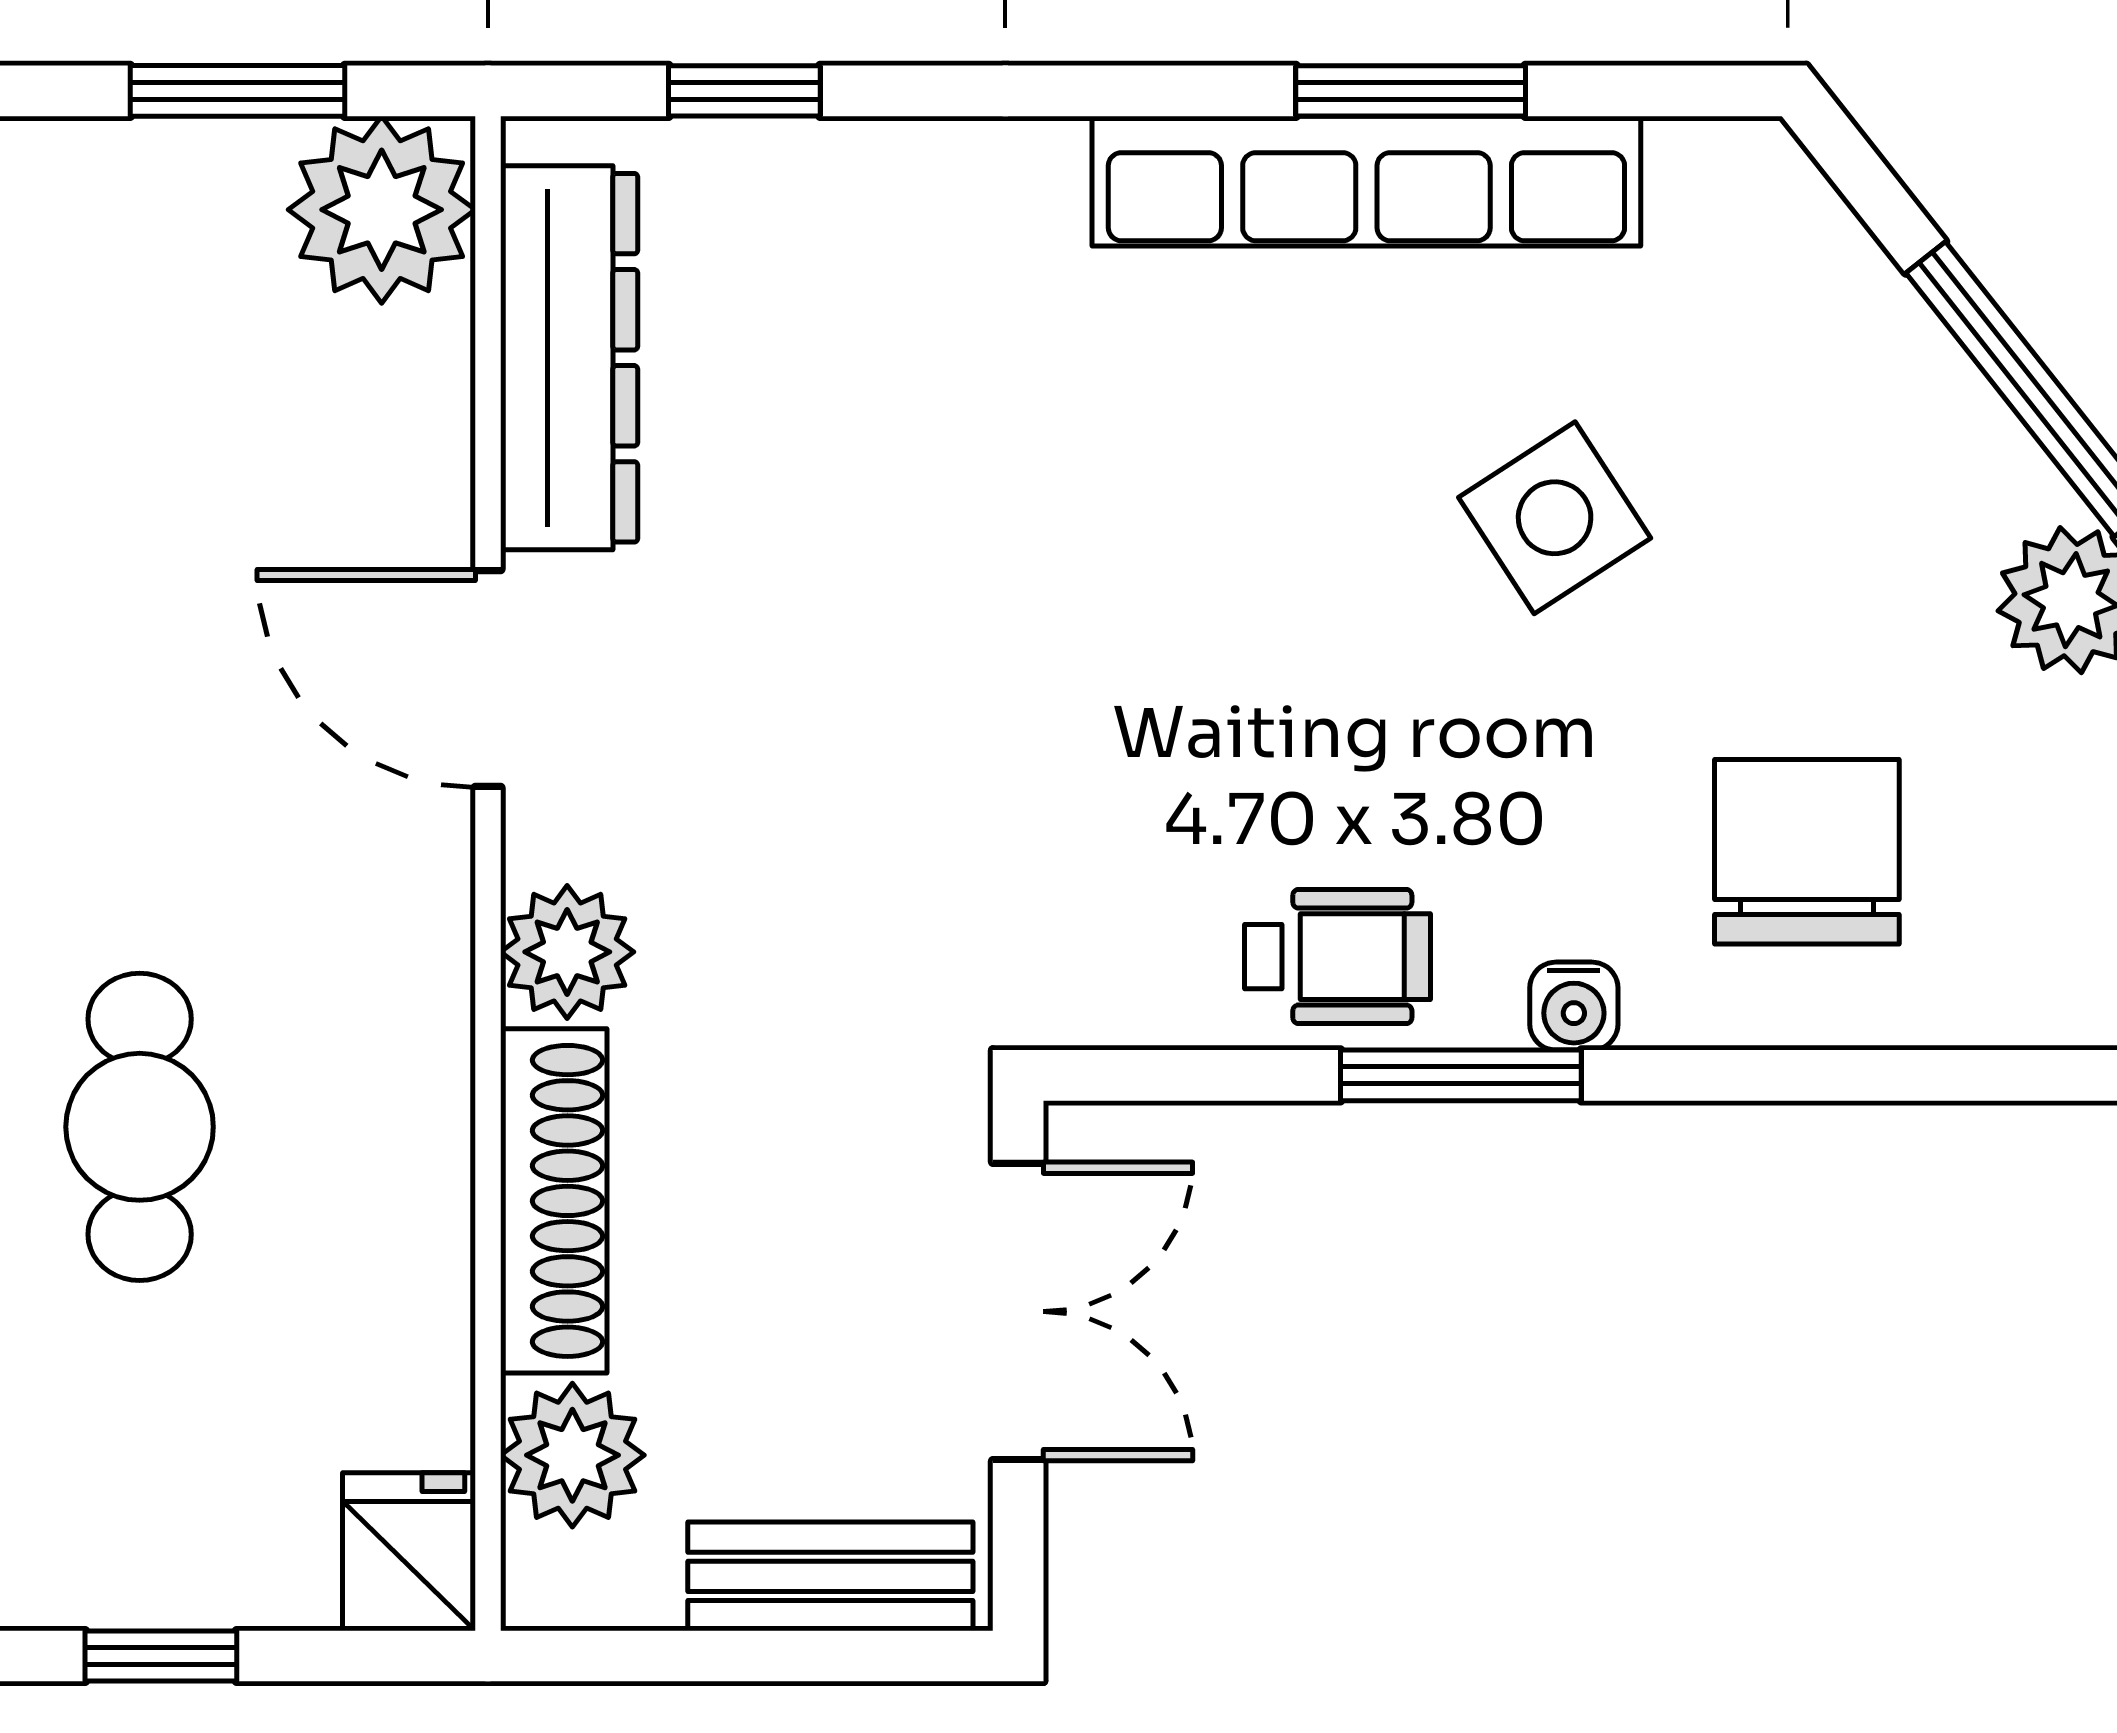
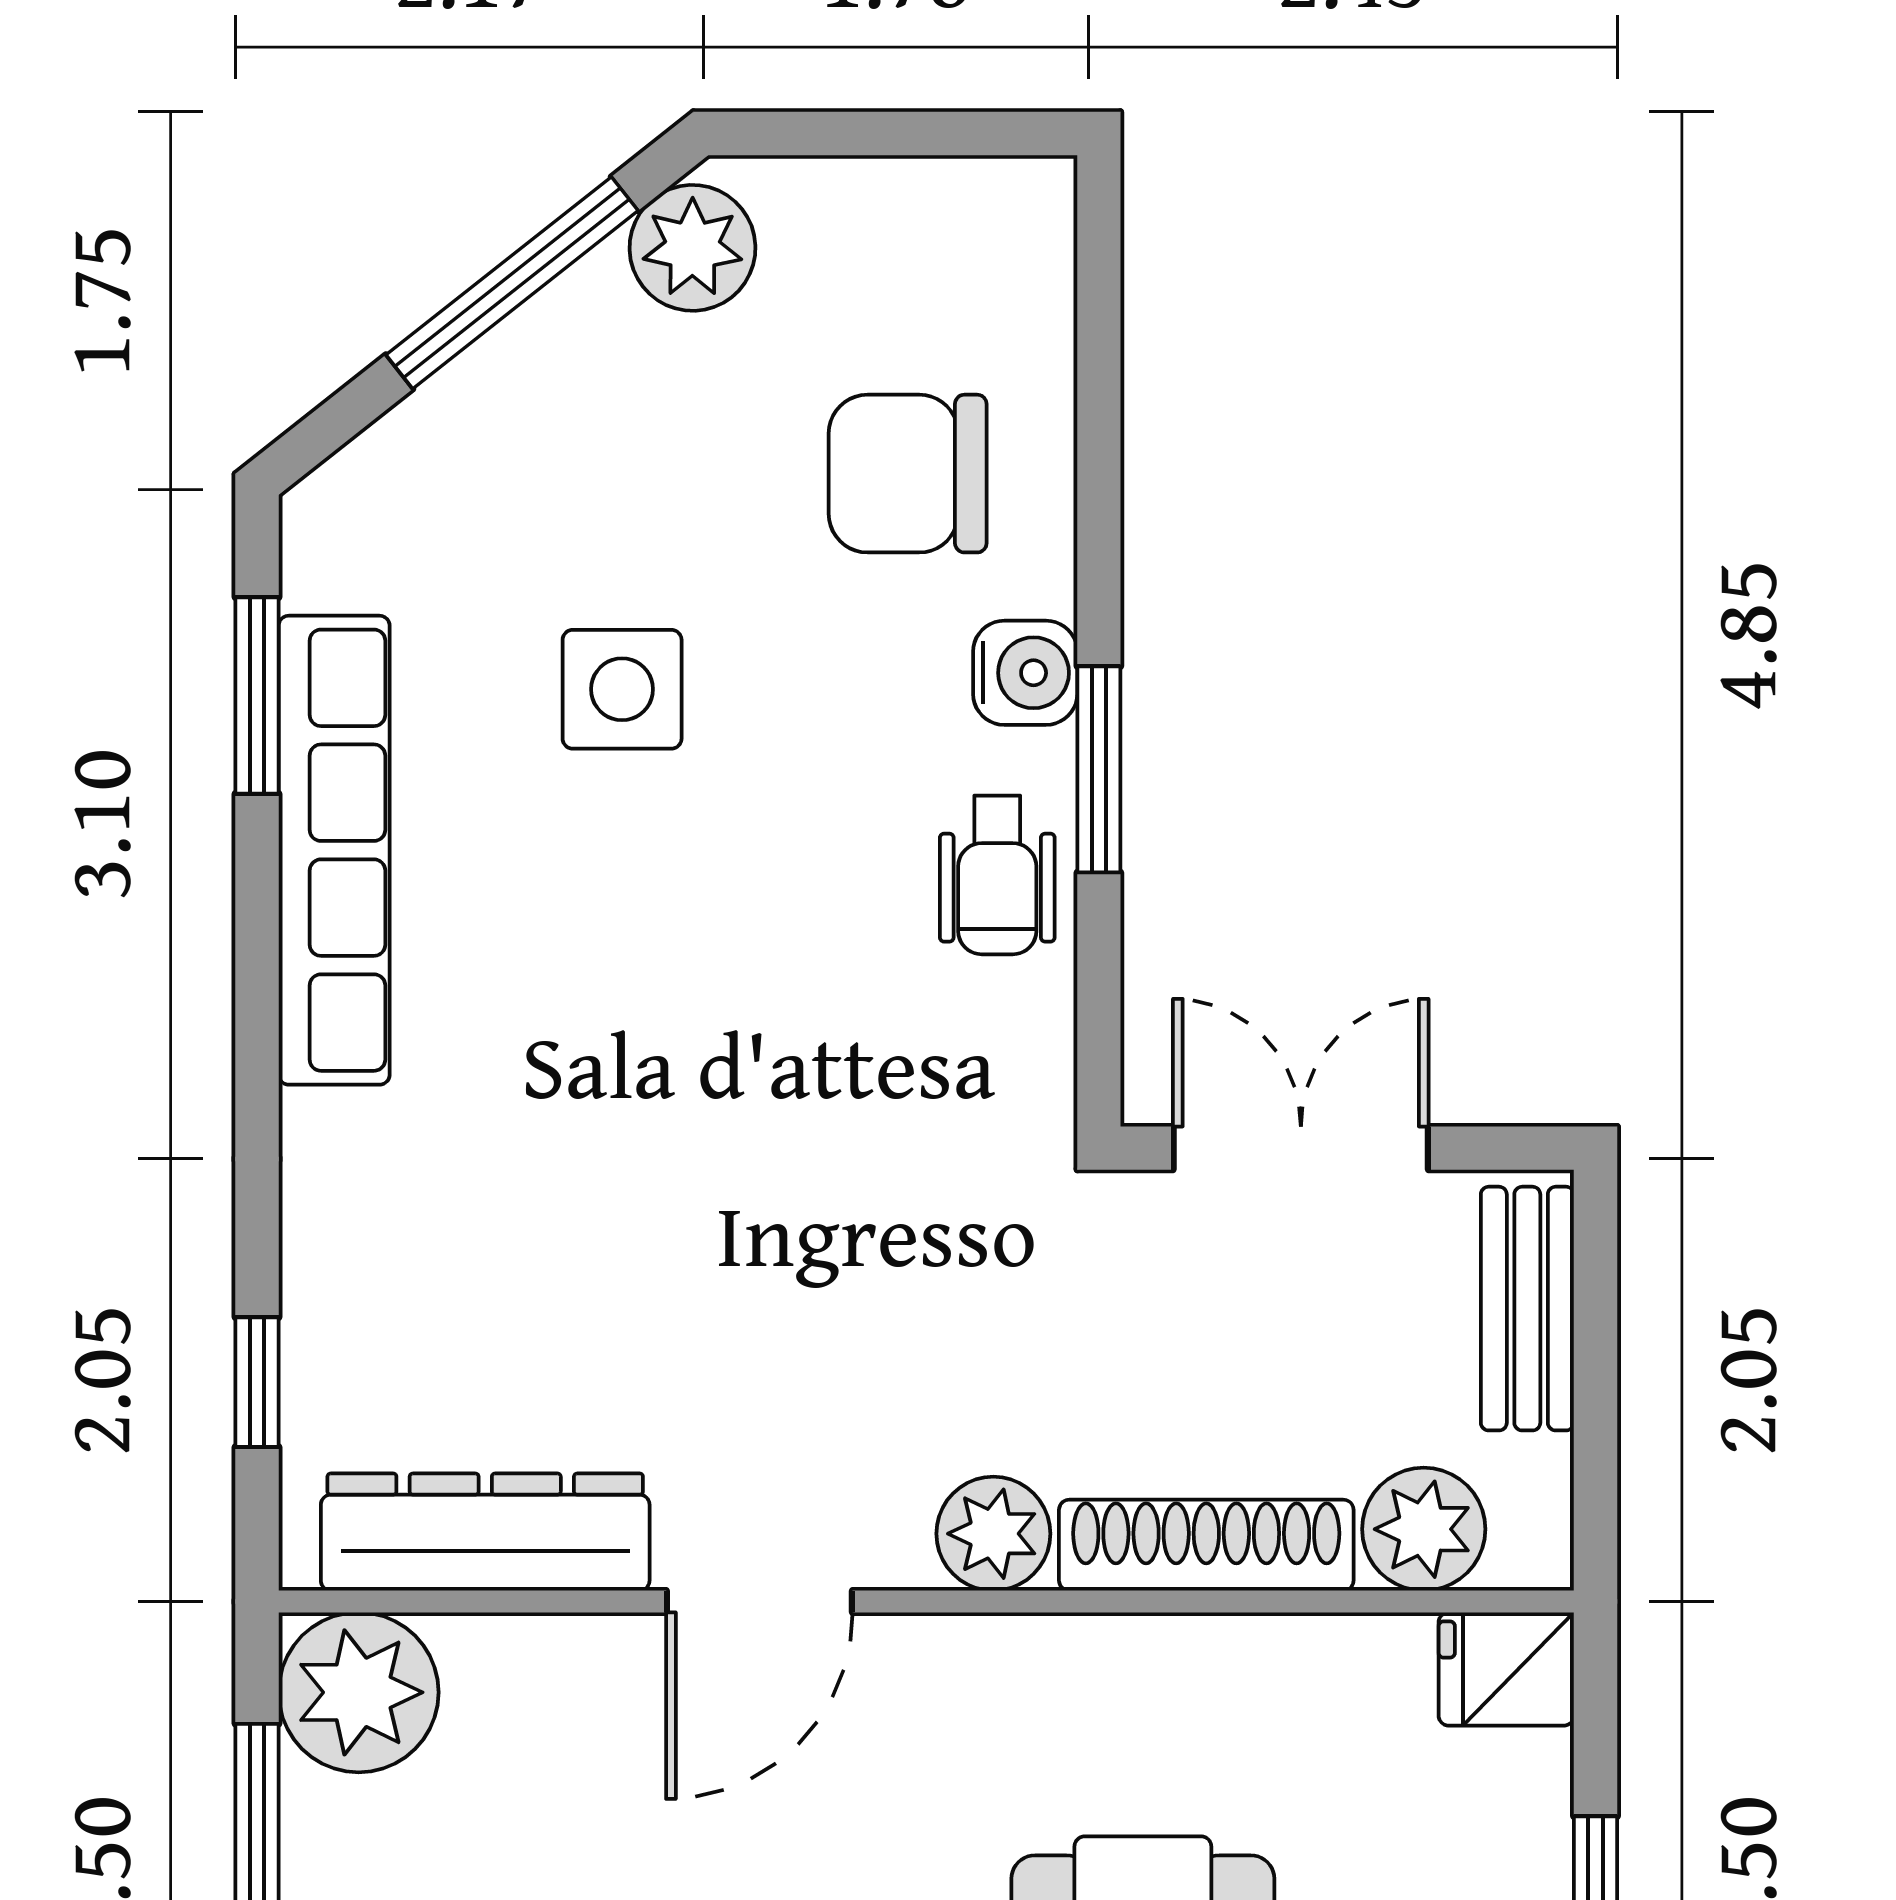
window: (1411, 91) -> (257, 695), moved
side table: (1555, 518) -> (622, 689), turned 33
wheelchair: (1338, 957) -> (997, 875), turned 180
water cooler: (1574, 1006) -> (1025, 673), width x1.38, depth x1.38

